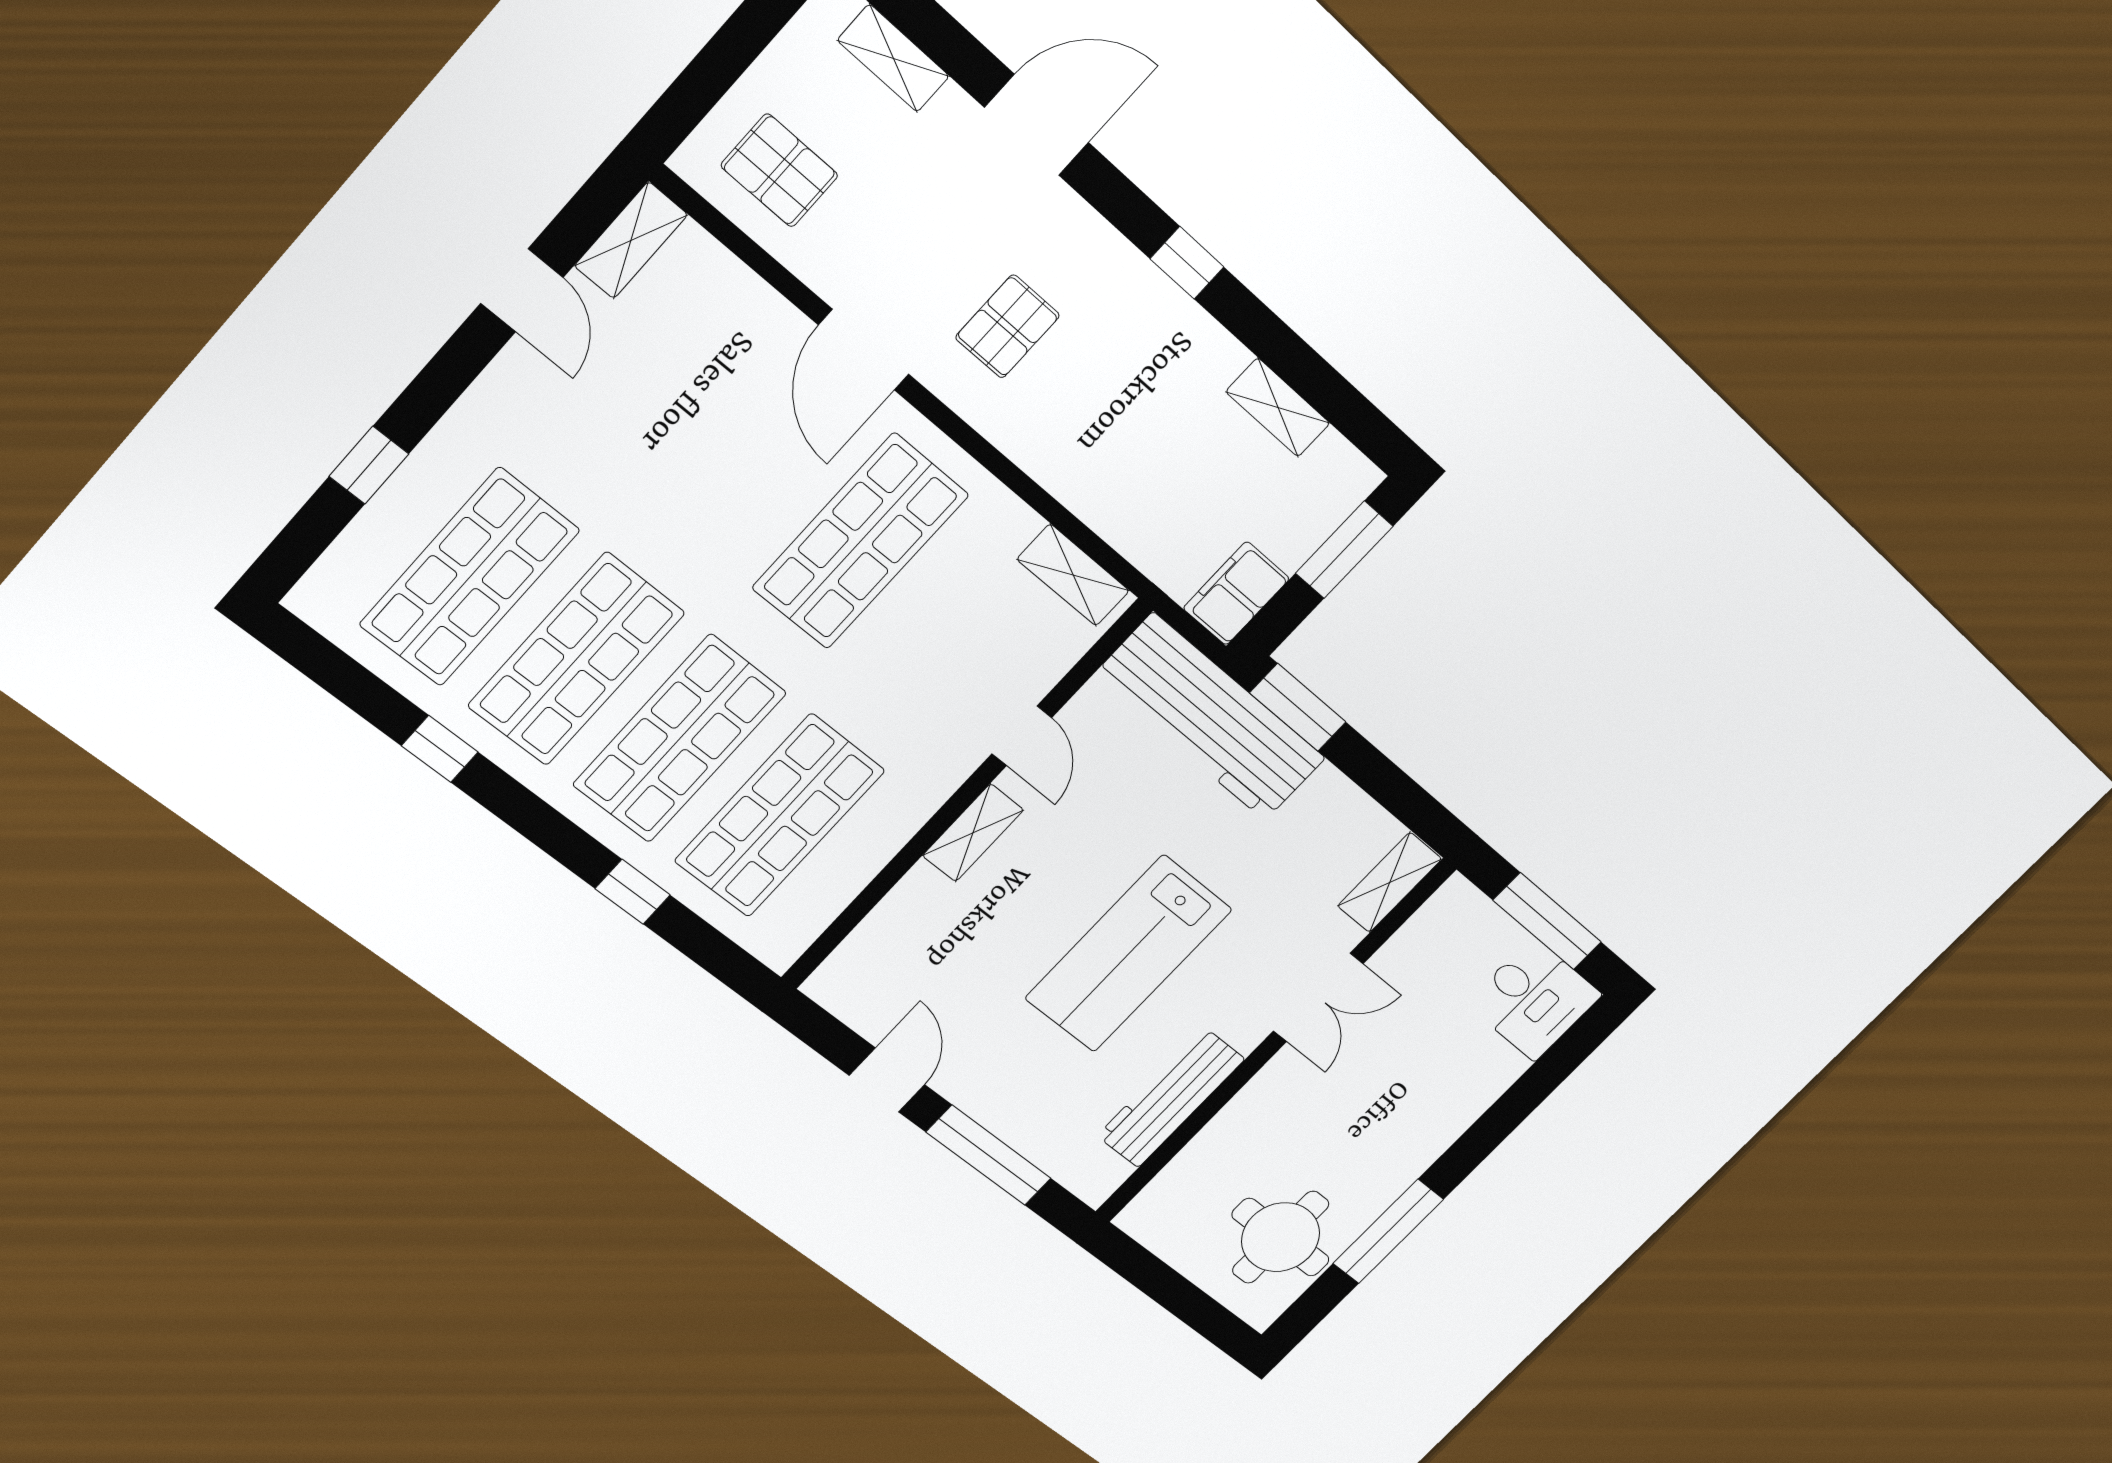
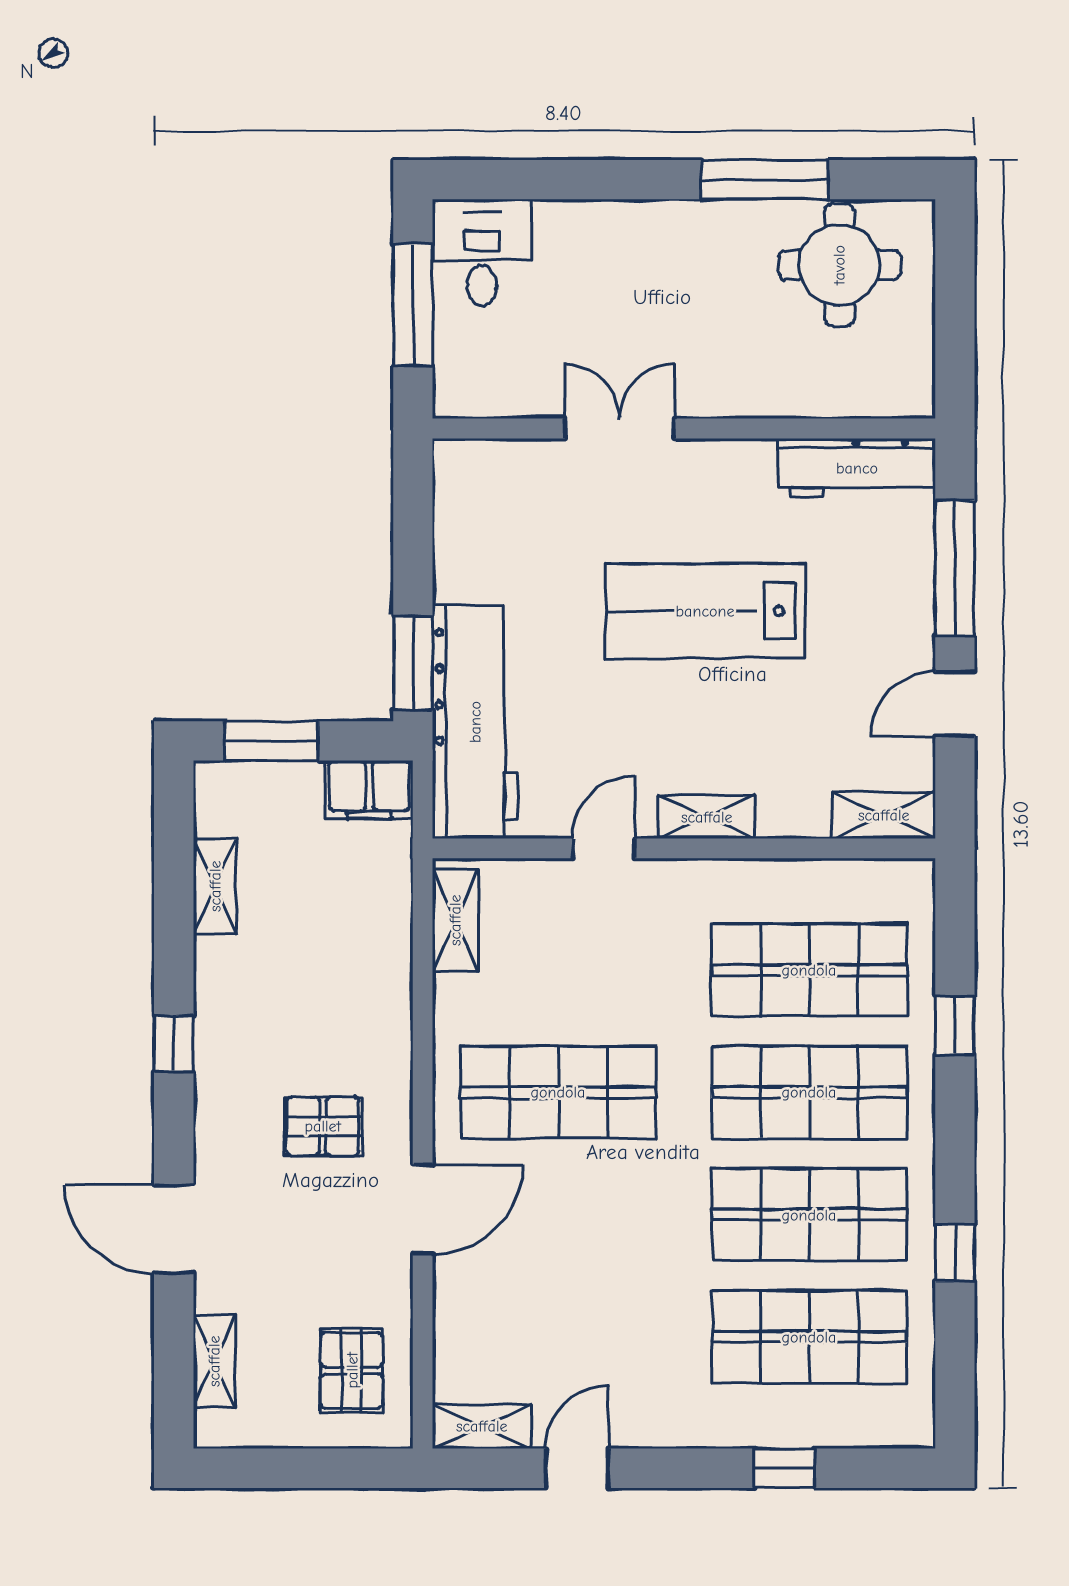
shelving: (1390, 882) -> (884, 815), moved
lab bench: (1128, 954) -> (705, 611), turned 180
workbench: (1171, 1097) -> (857, 468), moved

